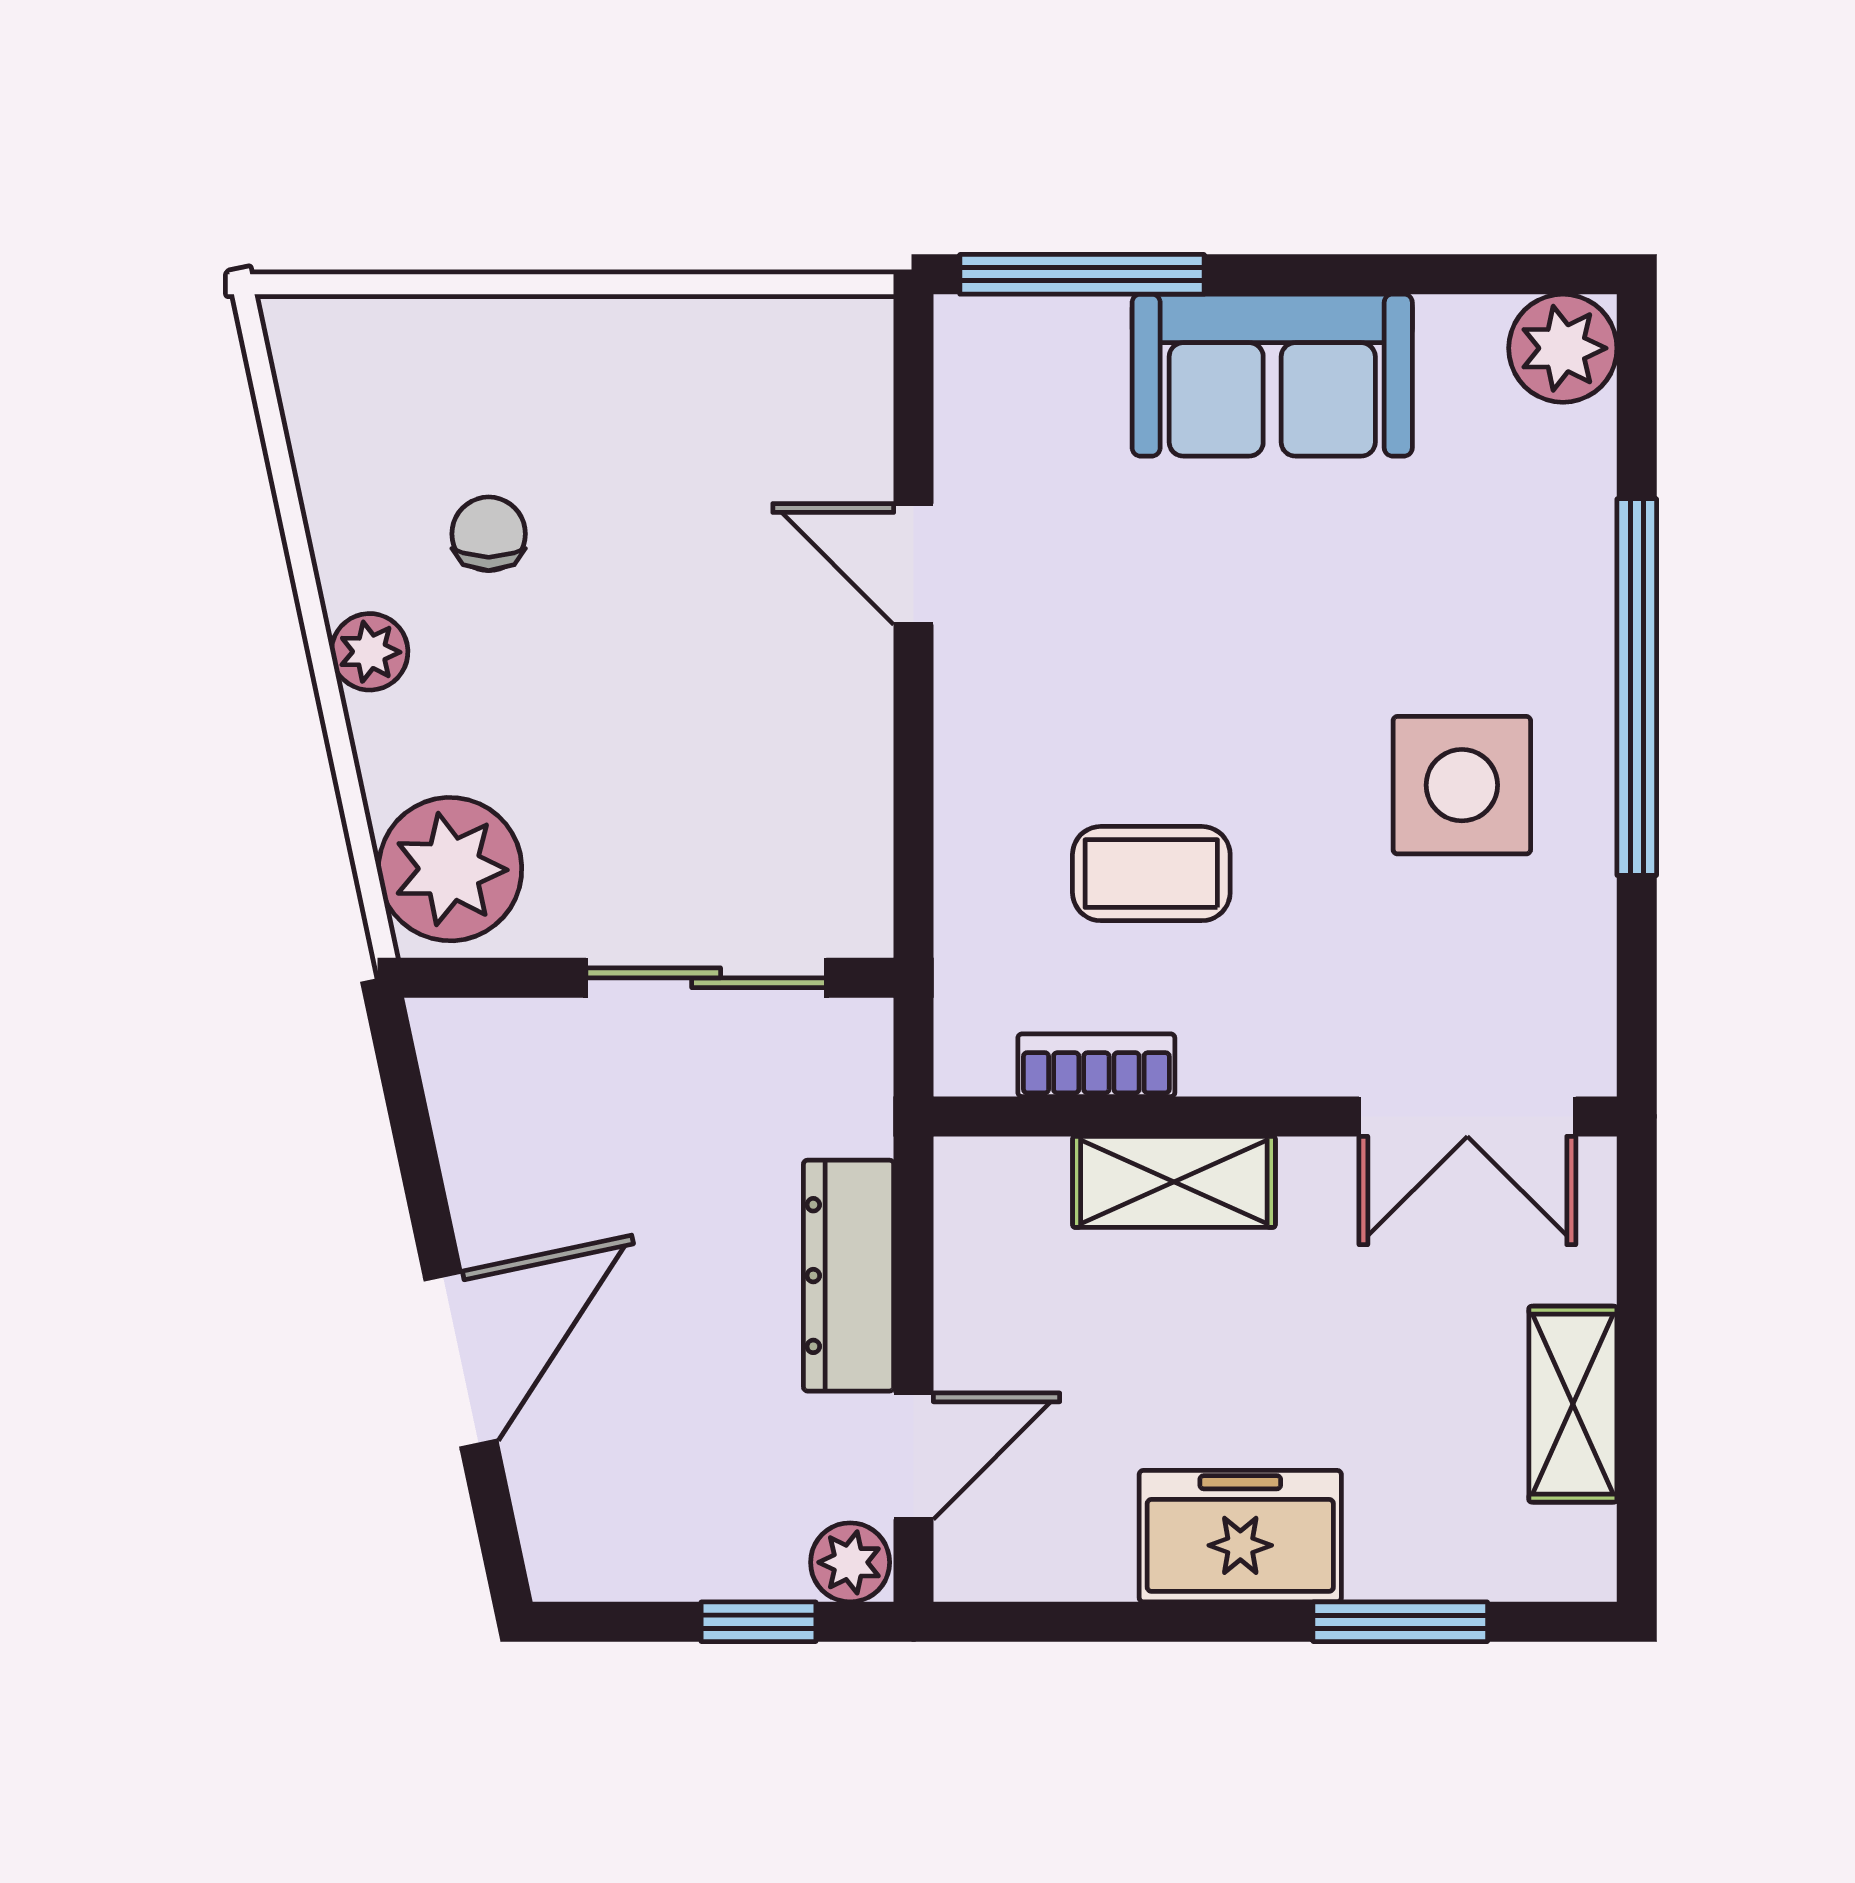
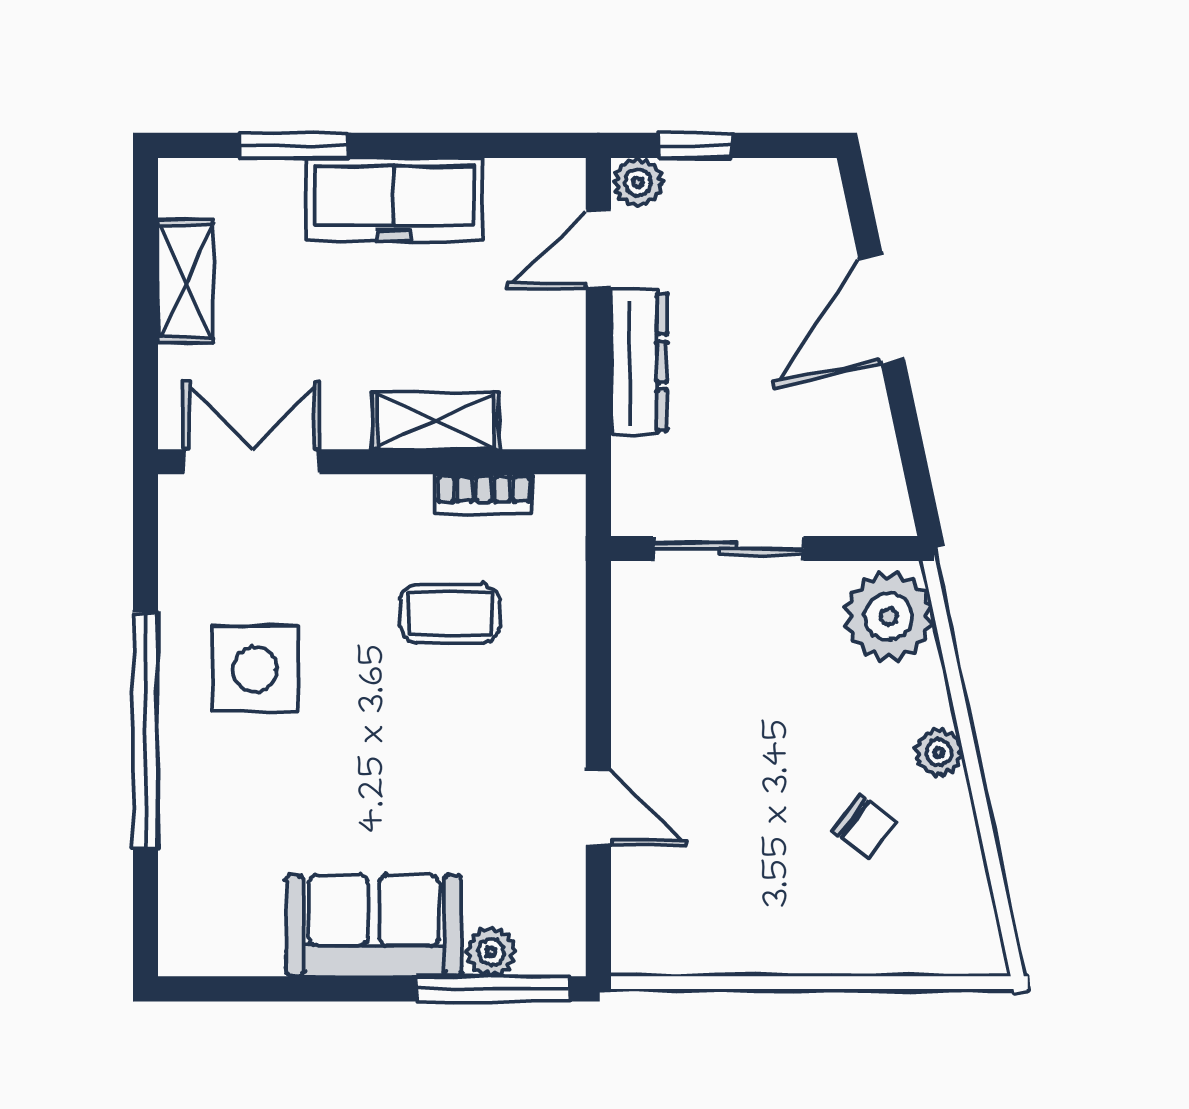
plant: (1563, 348) -> (491, 952), moved, width x0.73, depth x0.73
chair: (489, 534) -> (864, 826), turned -54
freezer: (1240, 1536) -> (394, 199), width x1.40

